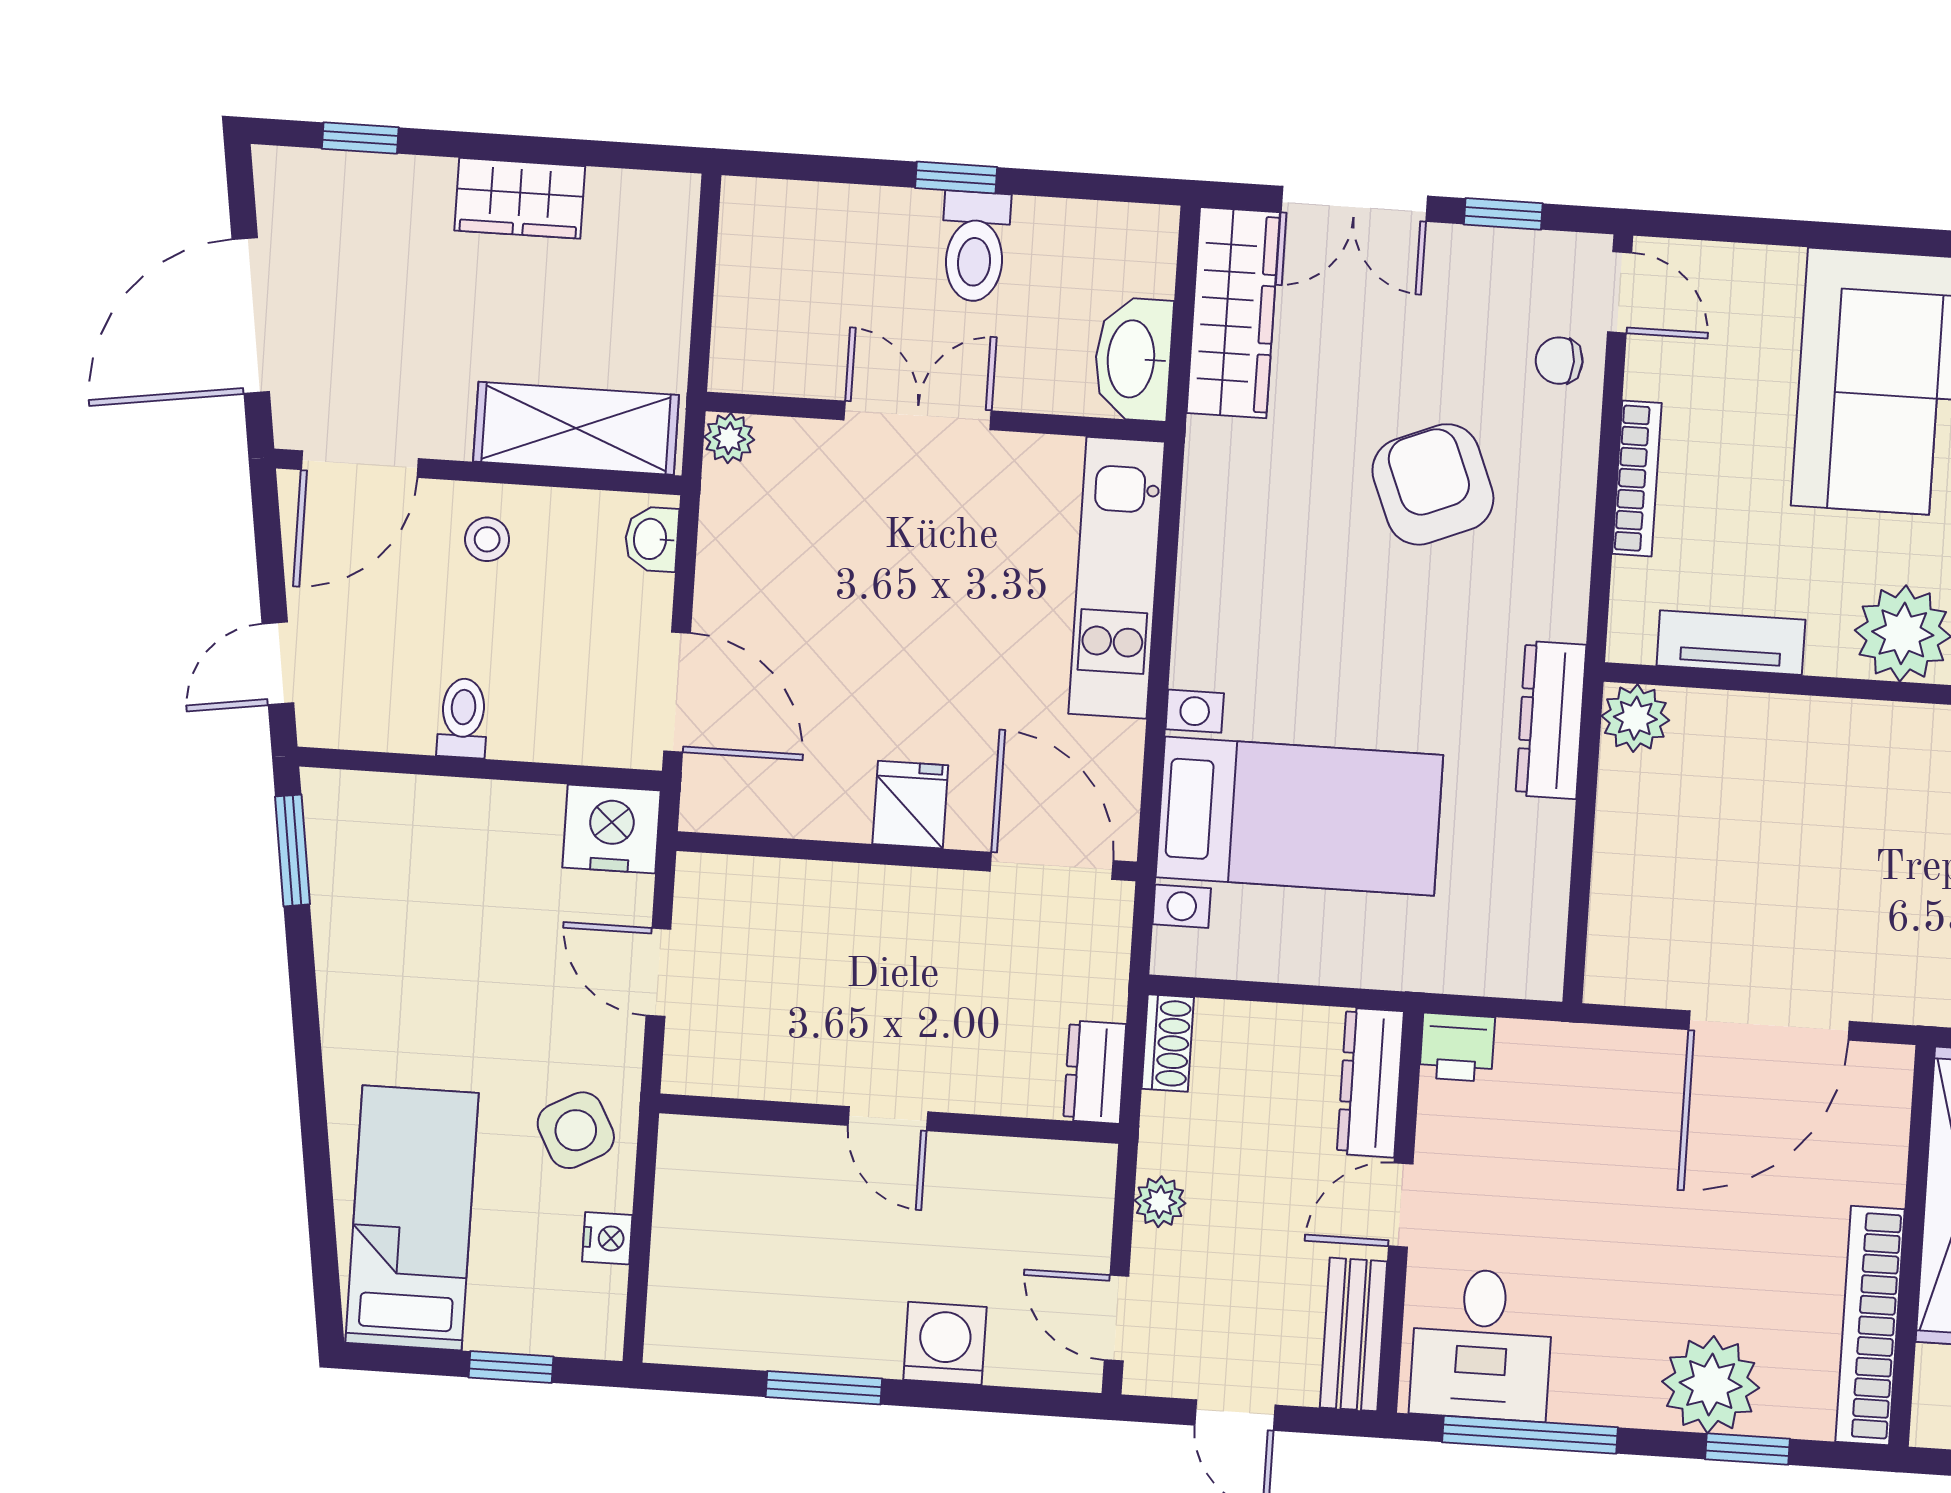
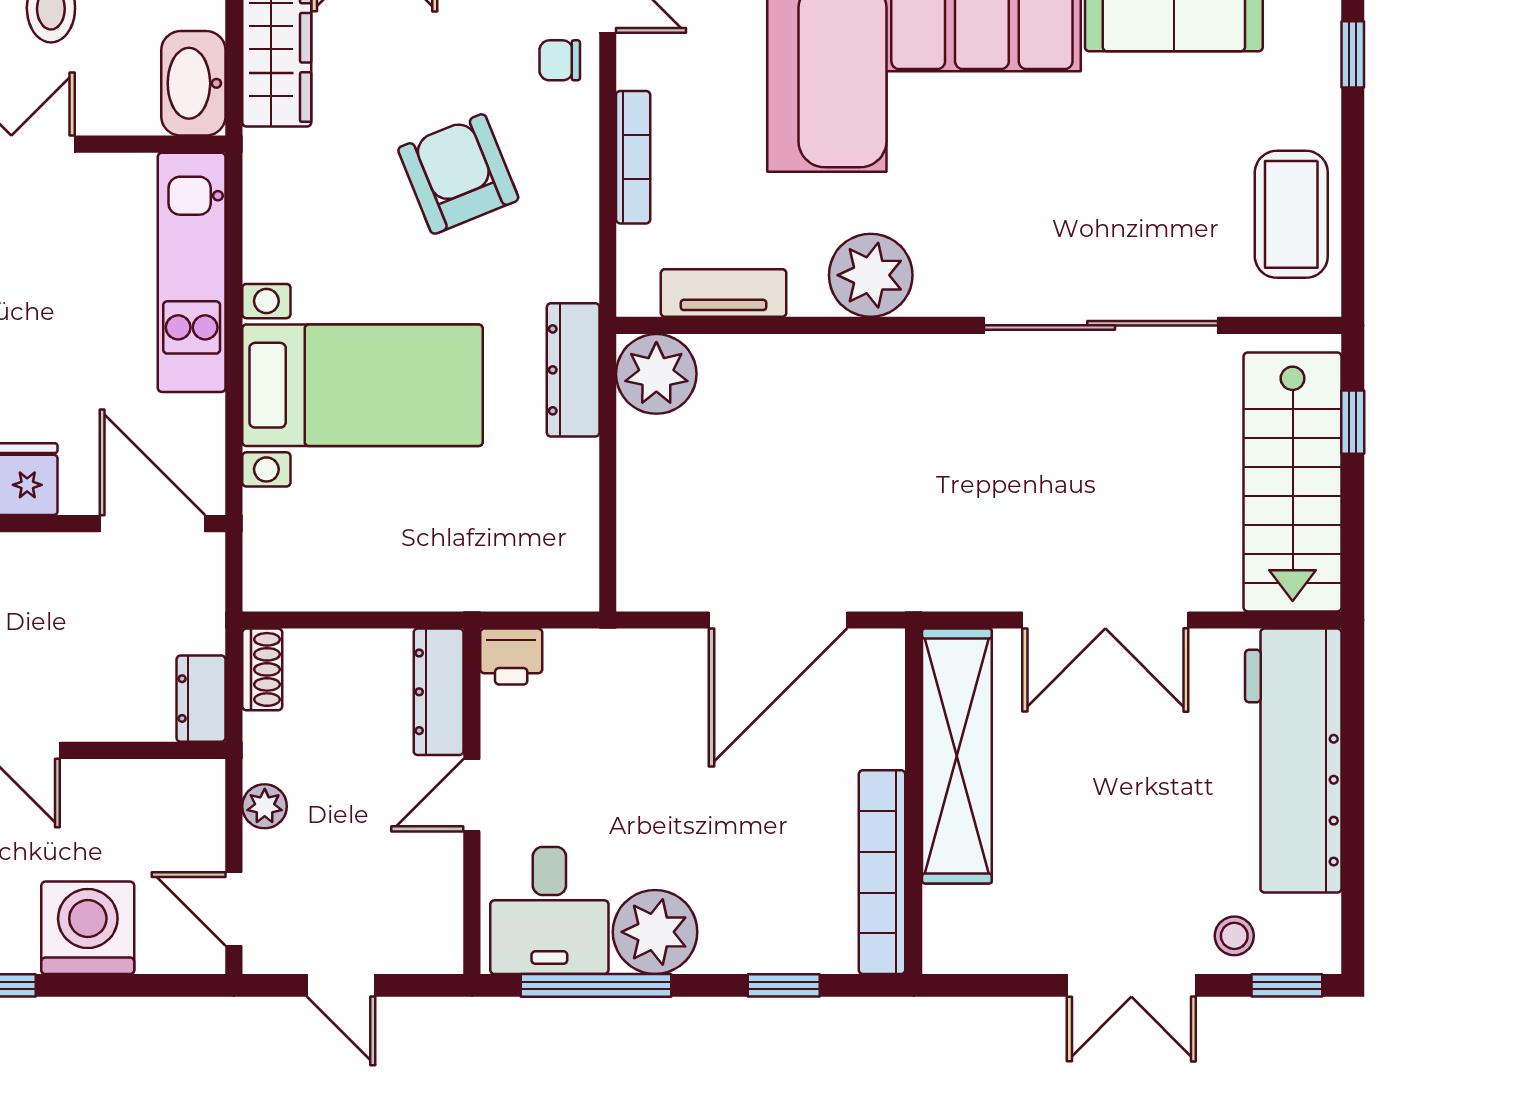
plant: (1635, 718) -> (656, 374), width x1.36, depth x1.36
bed with nightstands: (1299, 816) -> (362, 385), moved
bench: (1354, 1334) -> (439, 909), removed
washing machine: (945, 1343) -> (88, 928), width x1.37, depth x1.37
plant: (1711, 1385) -> (655, 932), moved

